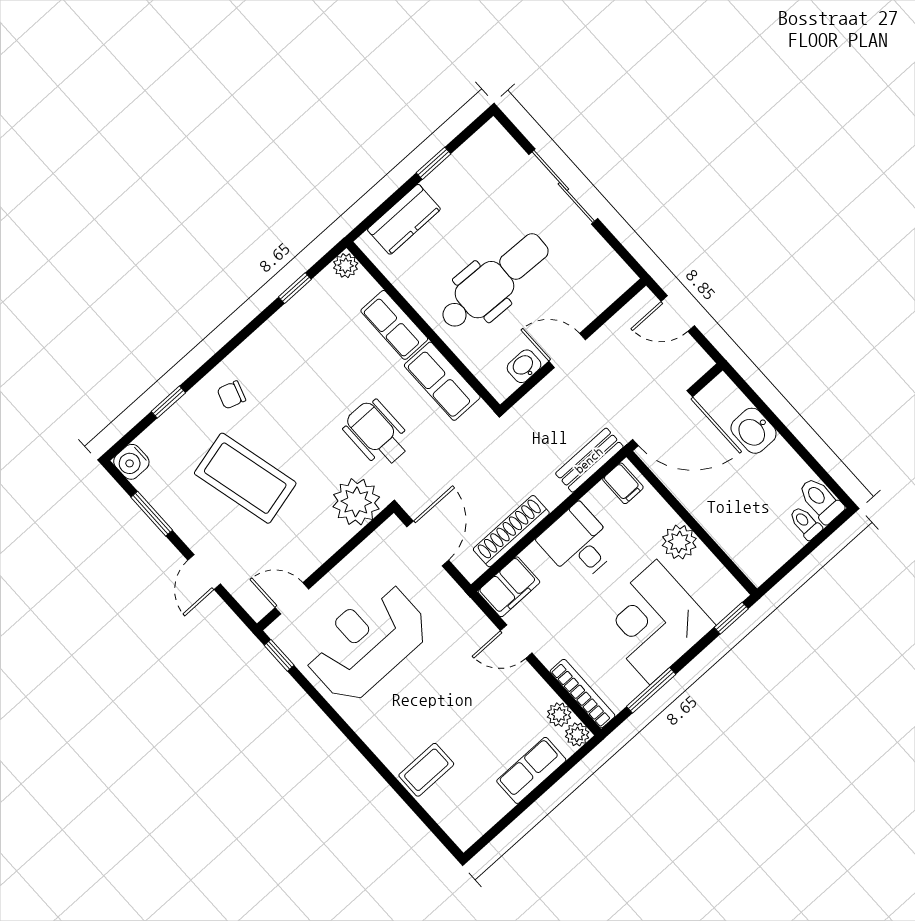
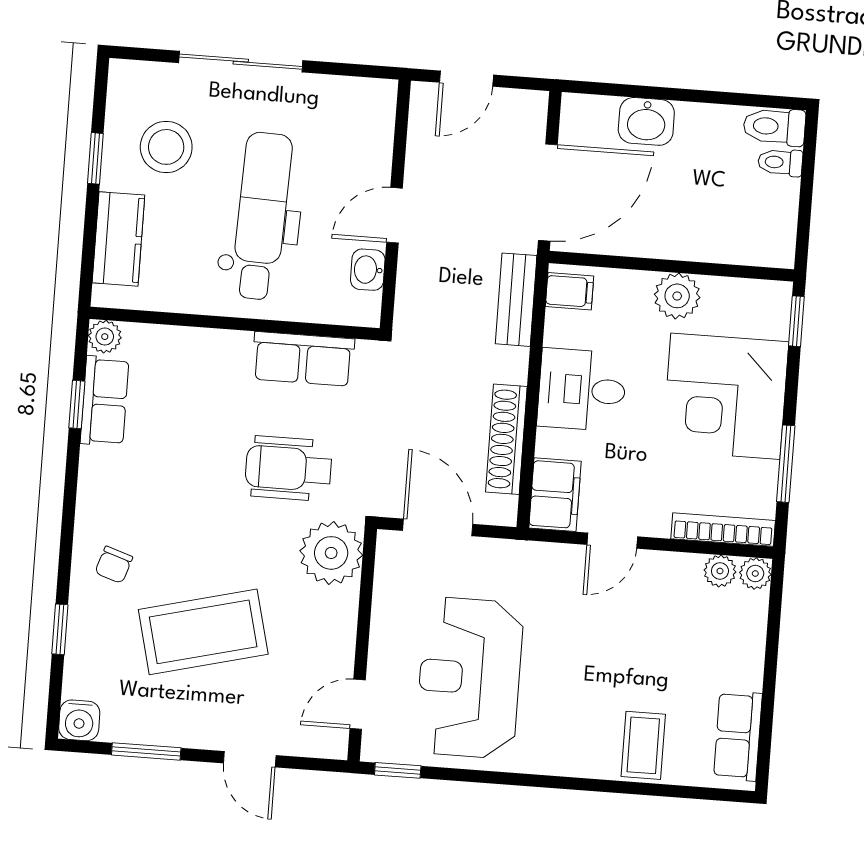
stool: (478, 194) -> (166, 147), added
row of seats: (394, 325) -> (105, 401), moved, turned -90
row of seats: (531, 770) -> (738, 736), moved

